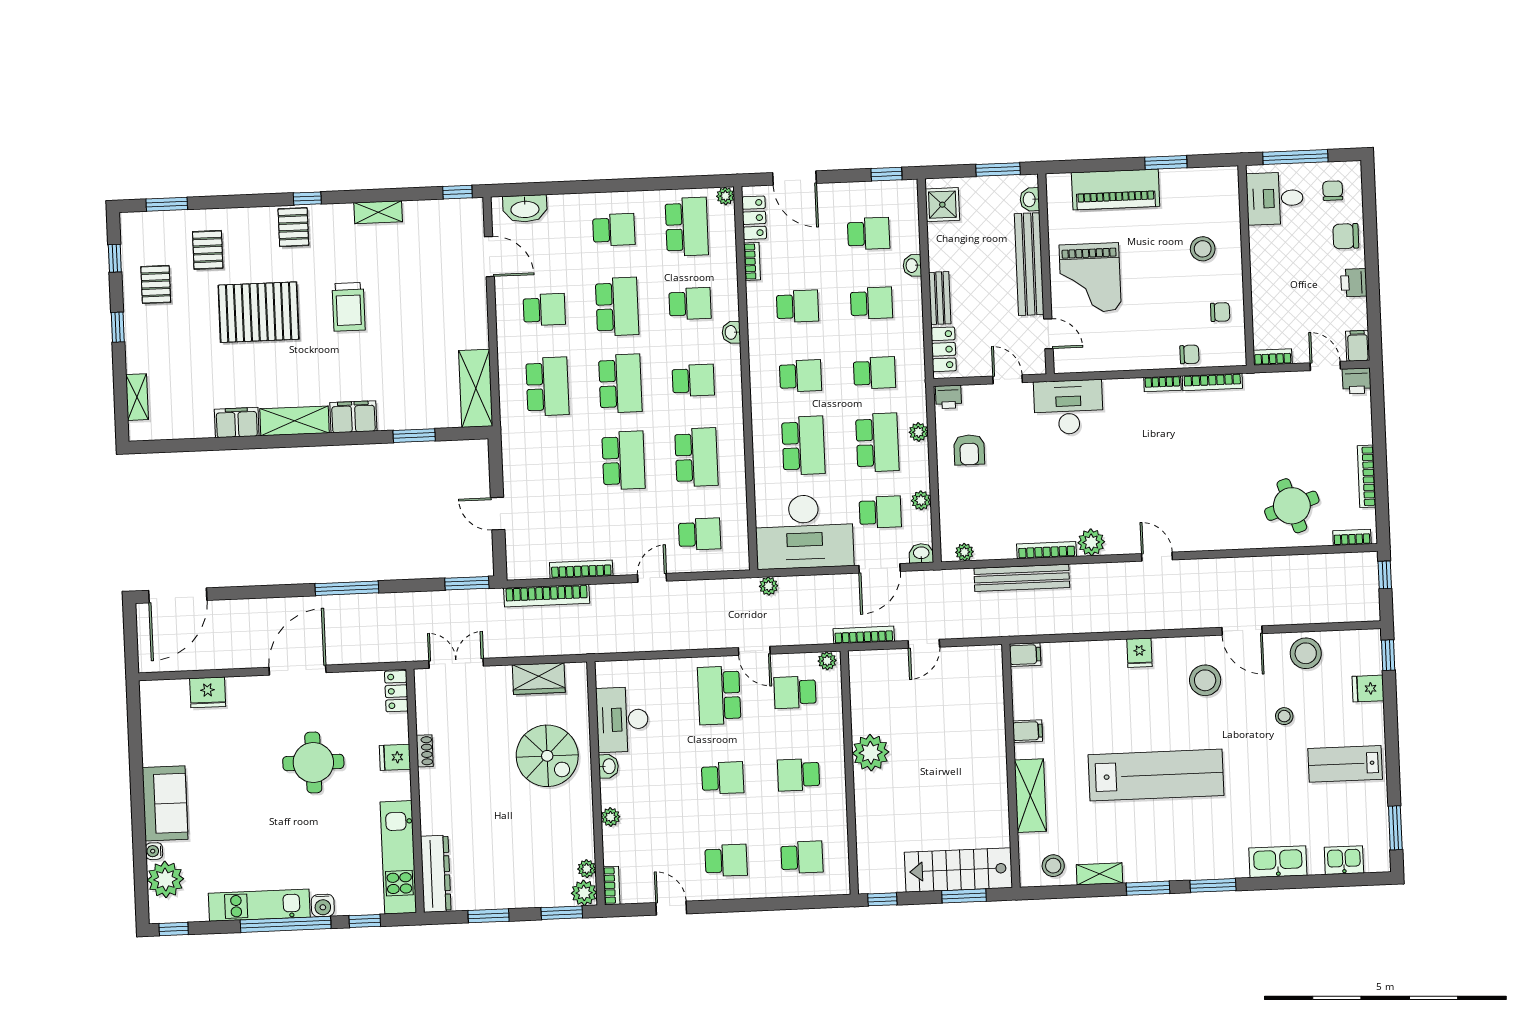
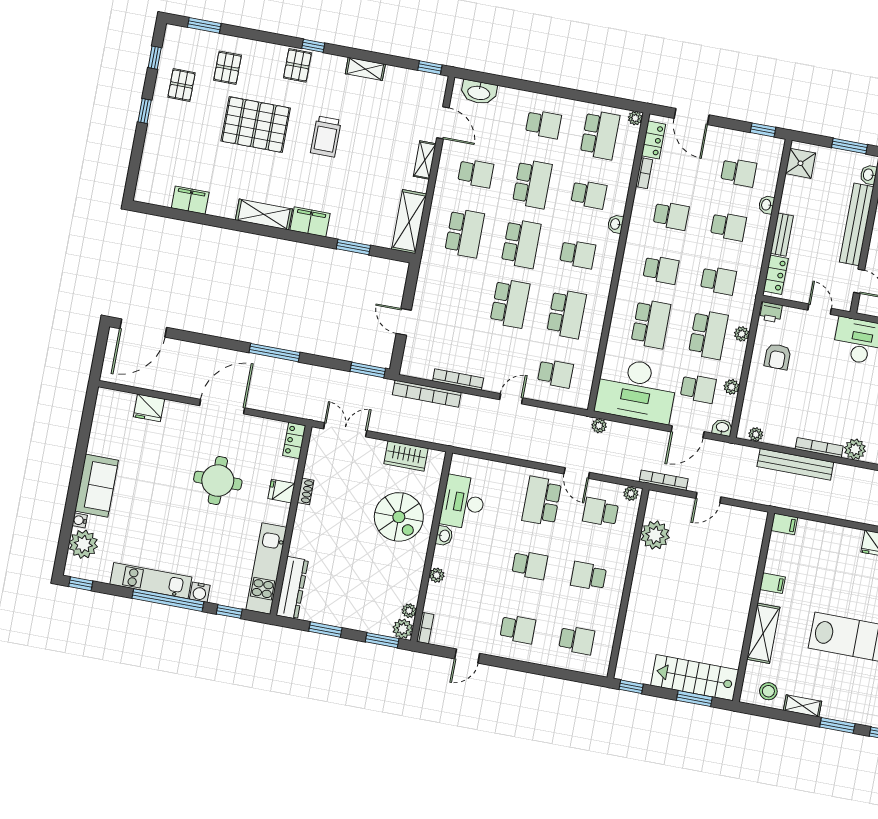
shelving: (137, 397) -> (425, 160), moved
filing cabinet: (237, 423) -> (190, 200), moved
plant: (871, 753) -> (655, 535), moved
door: (671, 908) -> (467, 656), swing flipped

